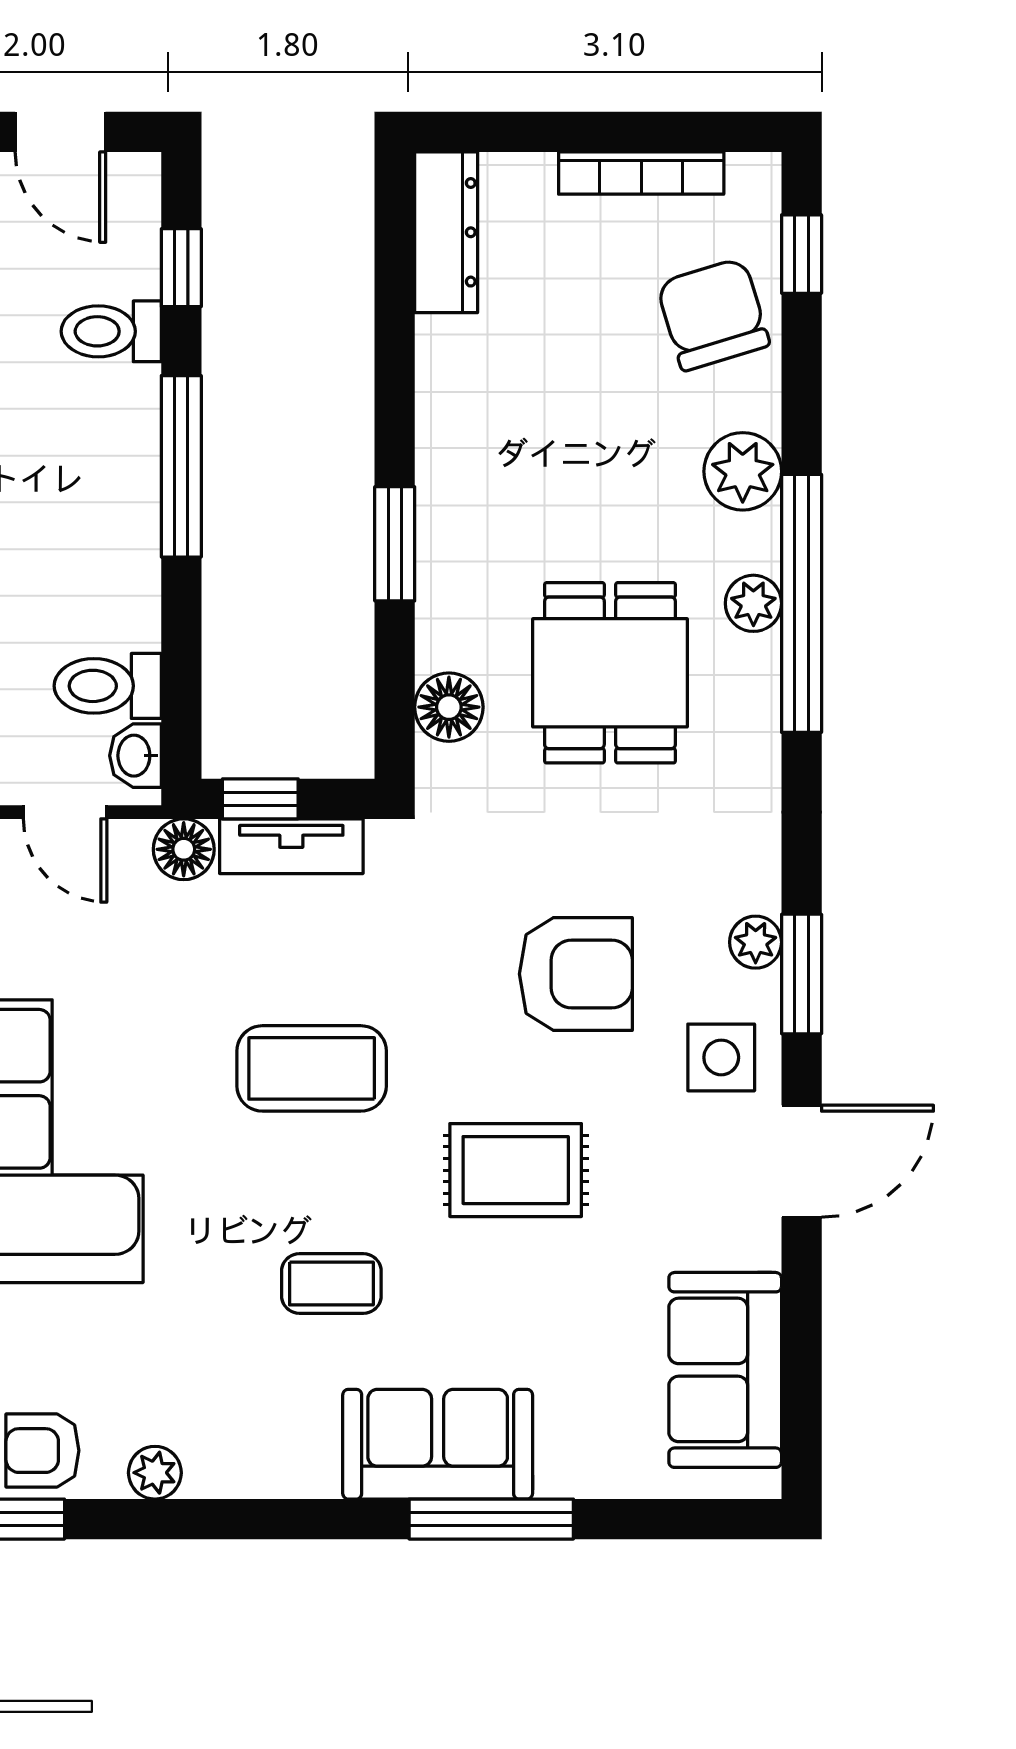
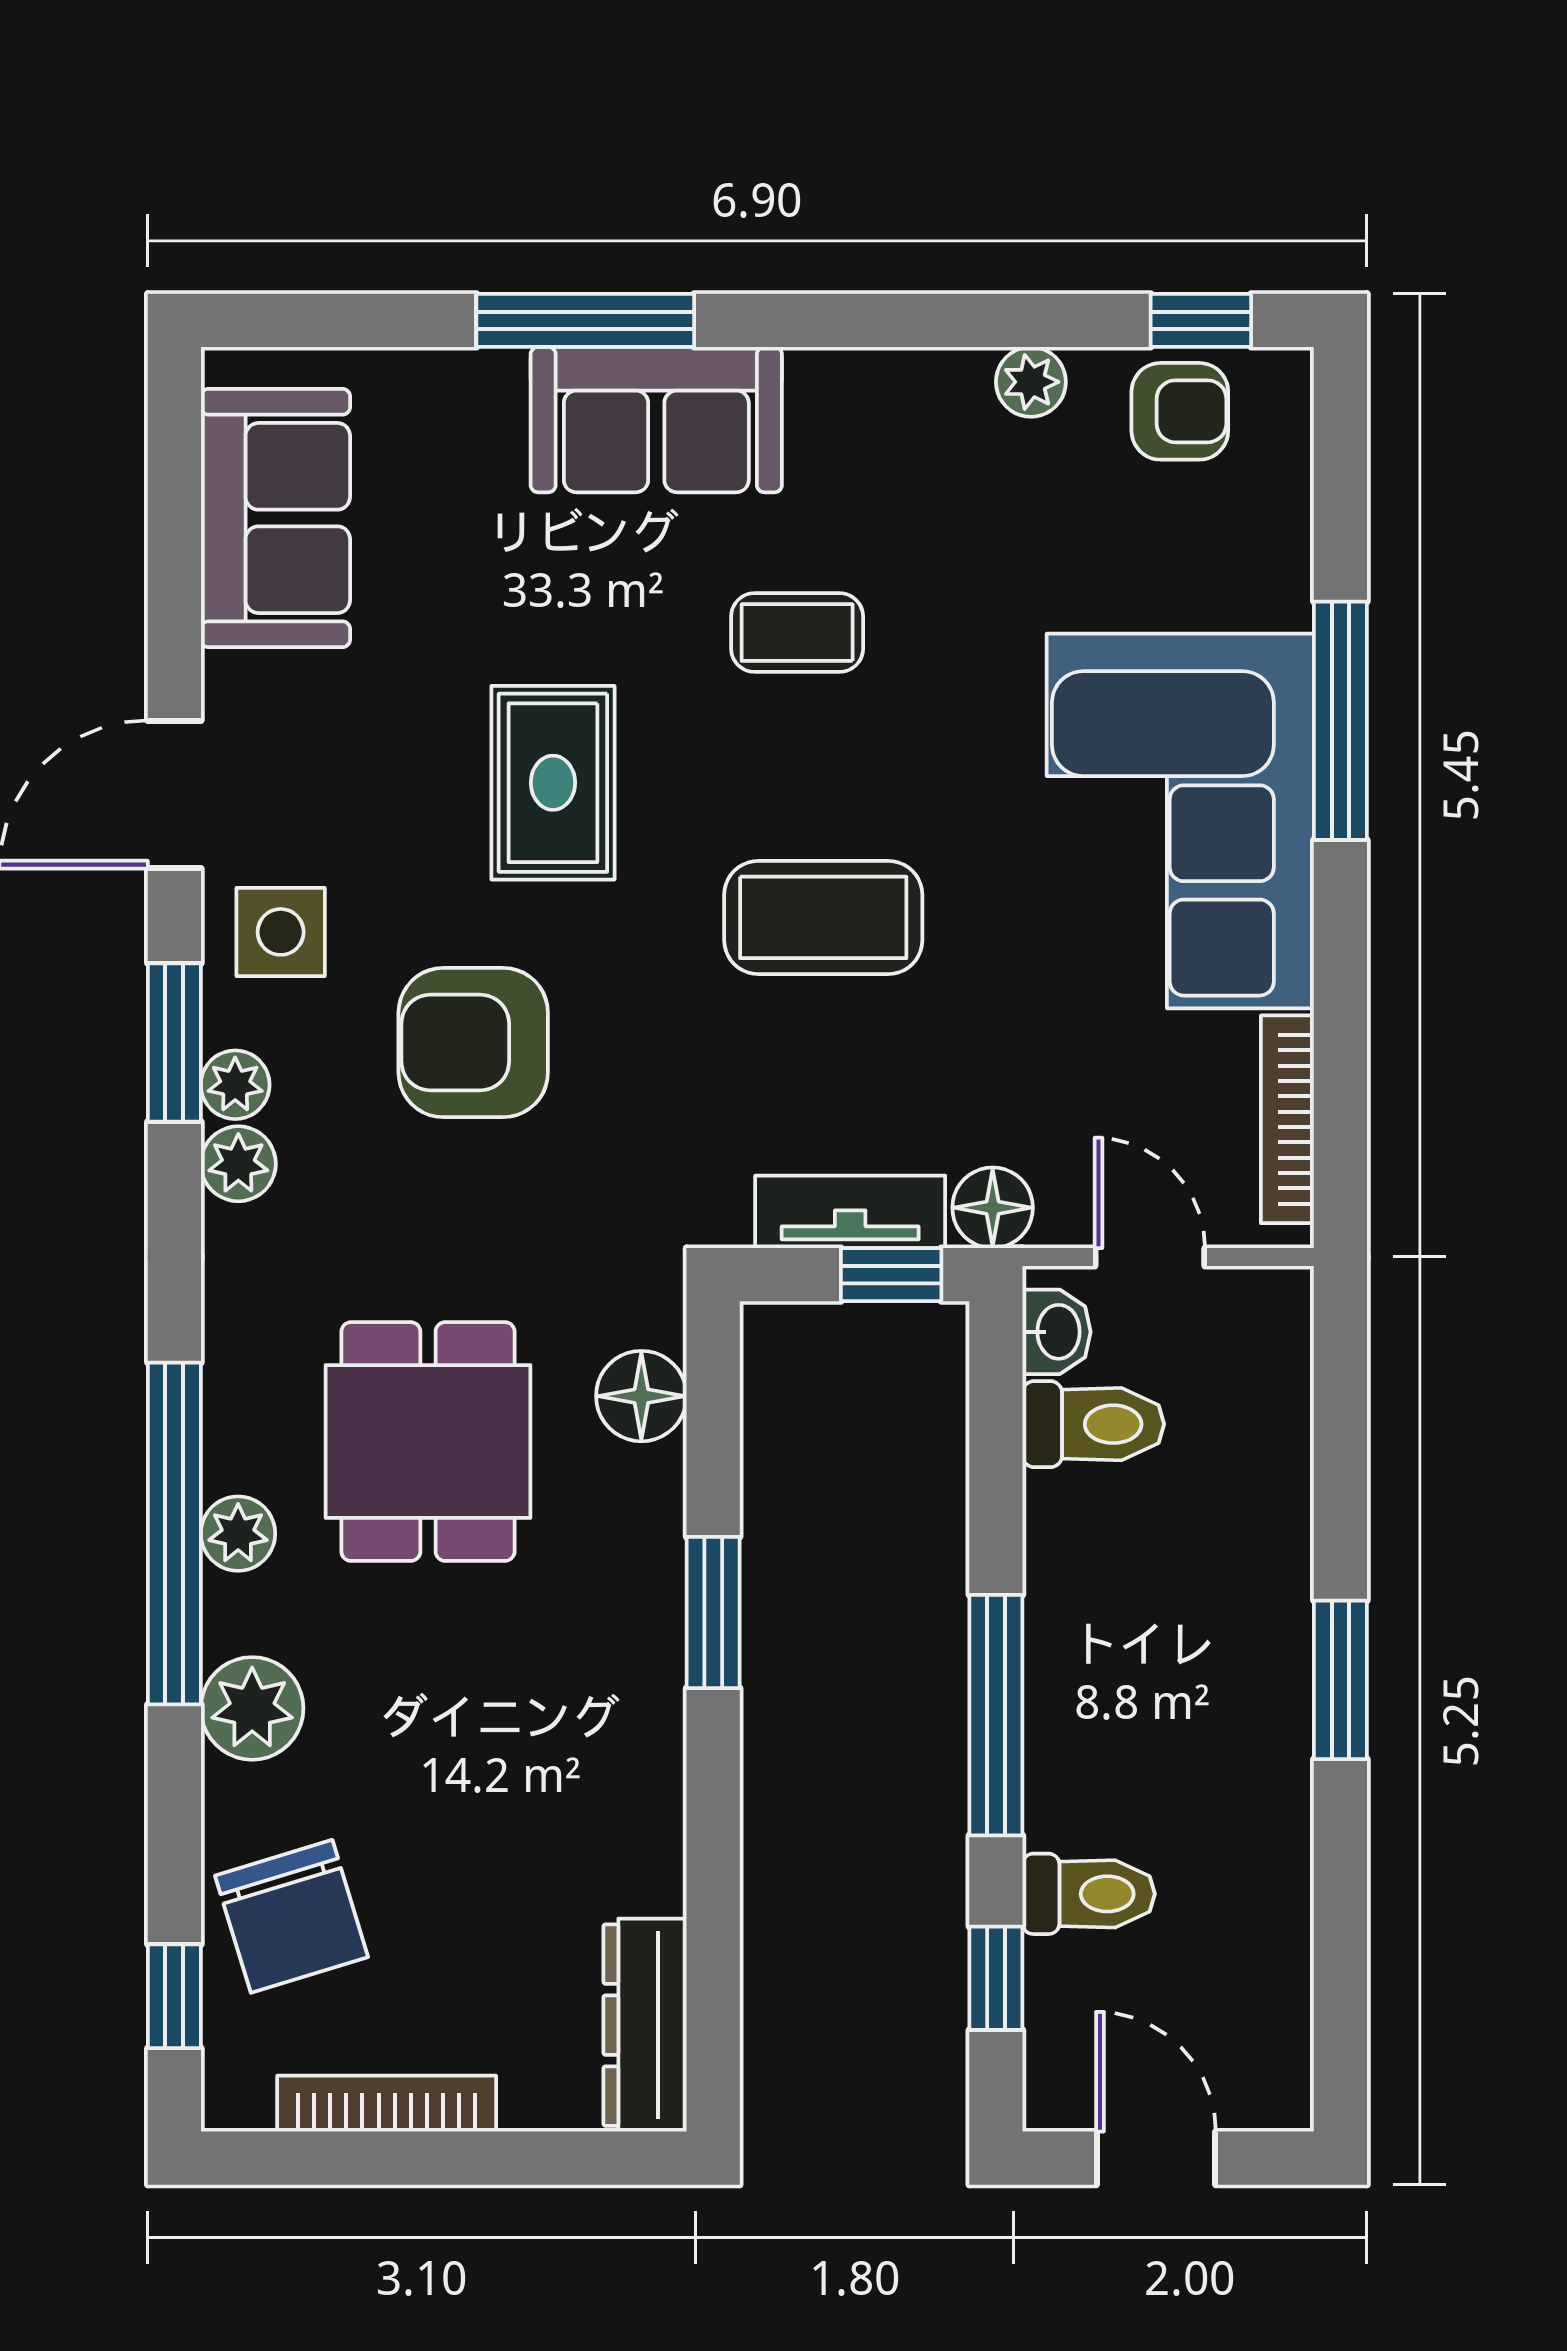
plant: (753, 882) -> (238, 1164), added
rug: (516, 1170) -> (553, 783), turned 90

